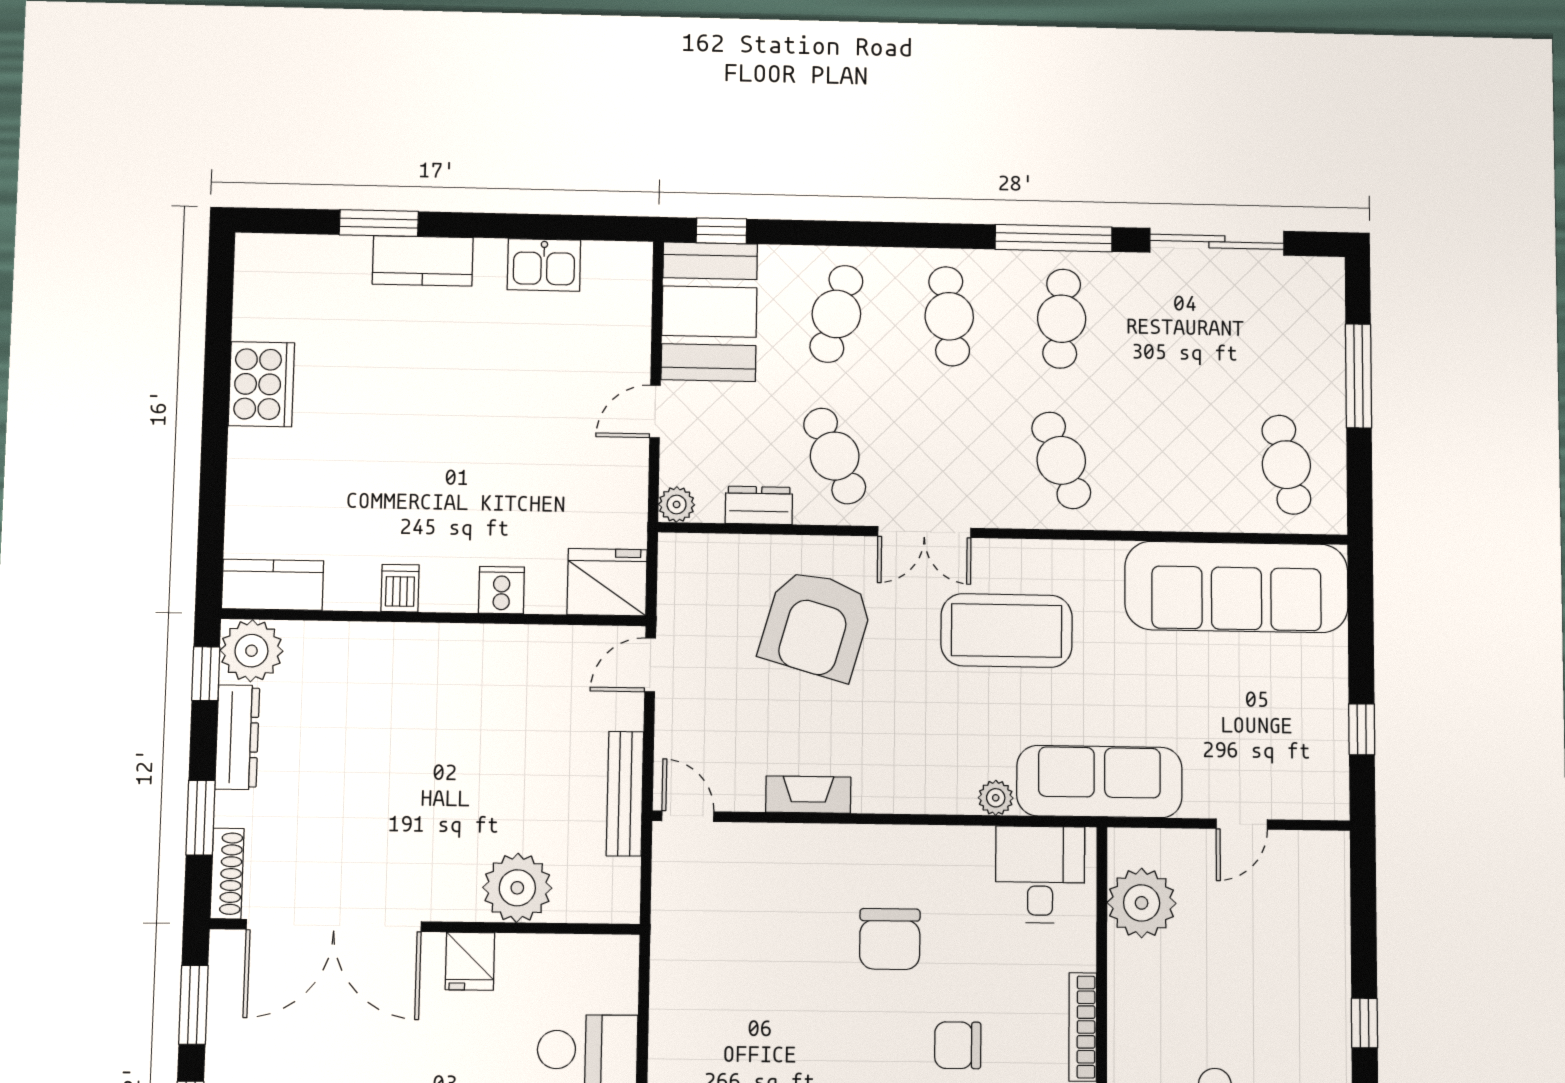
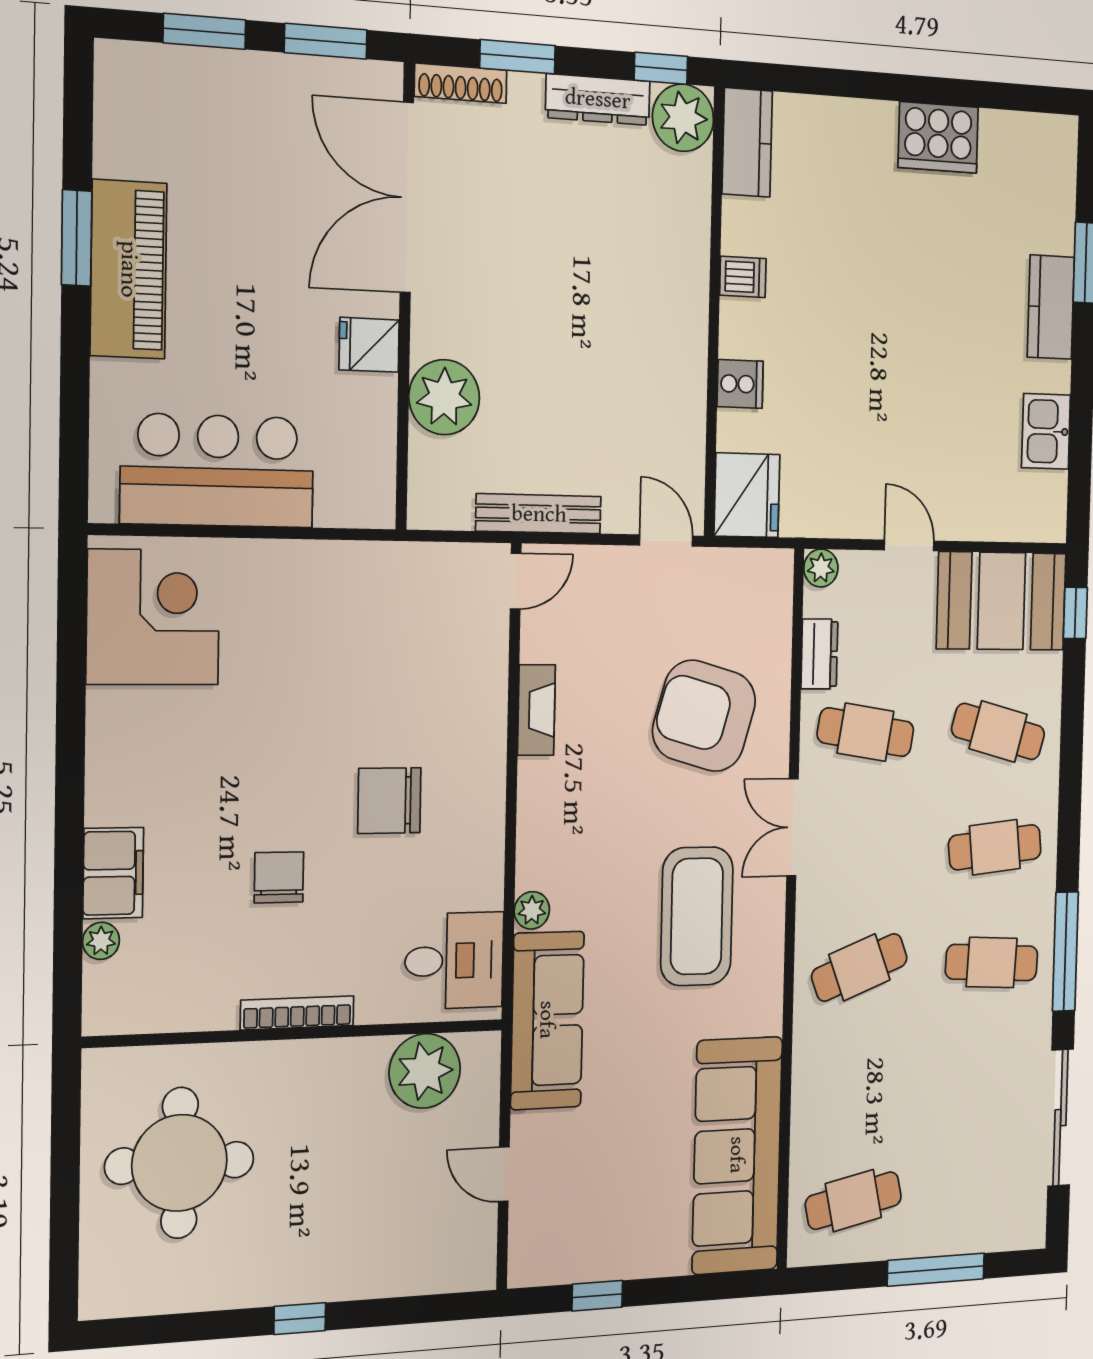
cafe table: (835, 456) -> (866, 732), turned 33

